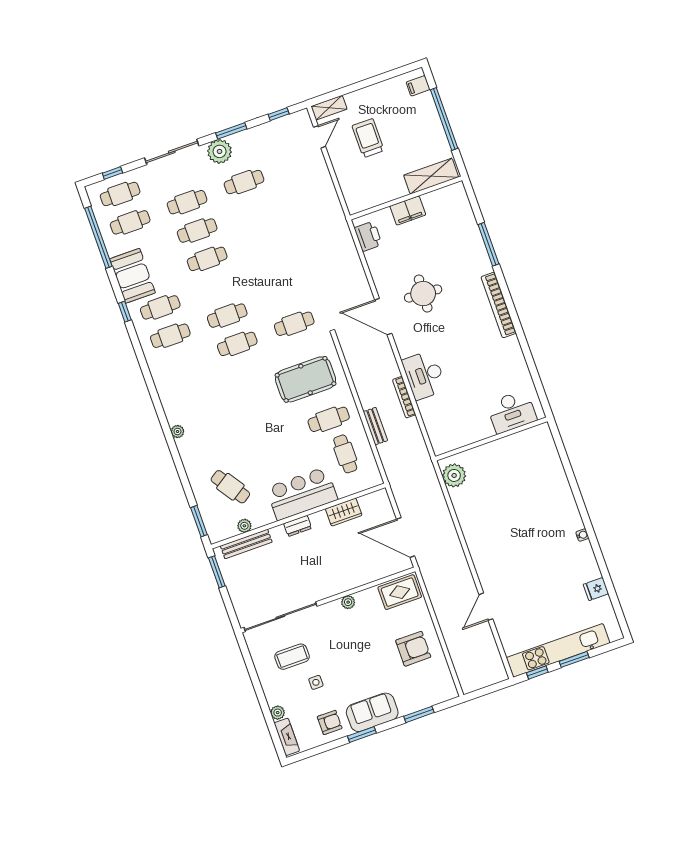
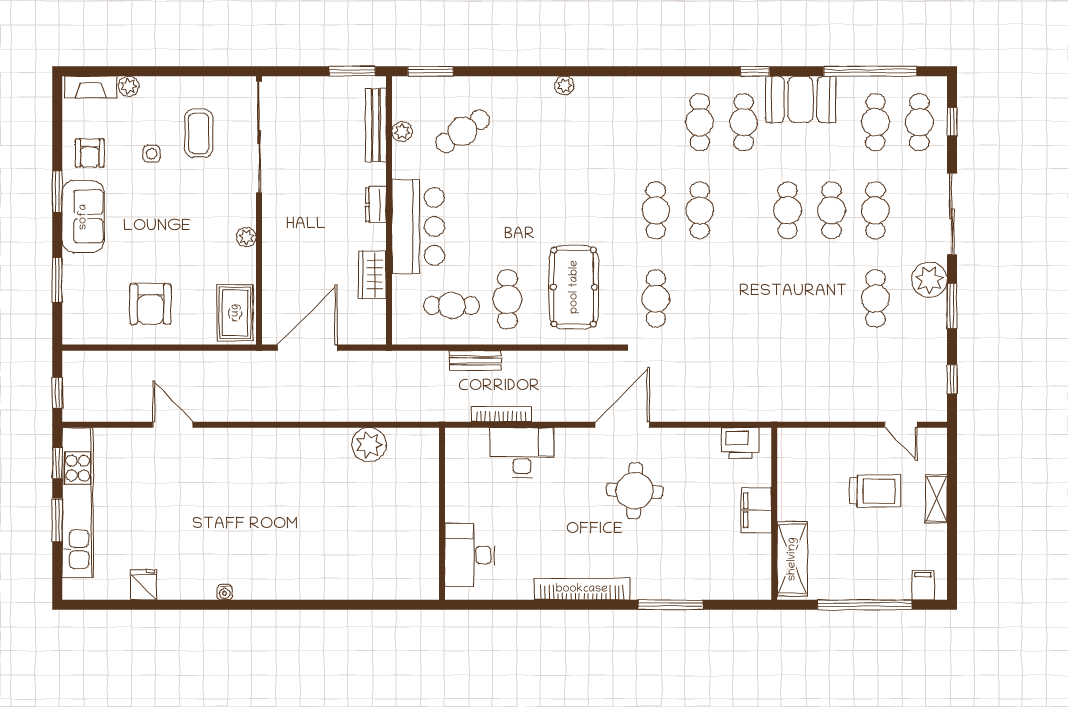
shelving: (329, 108) -> (936, 499), moved
desk: (512, 412) -> (470, 555), moved
wall: (491, 439) -> (442, 514), moved
window: (492, 689) -> (57, 393), added

